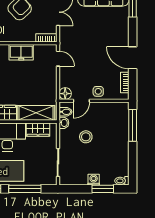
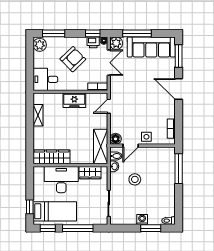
door: (133, 58) -> (179, 89), moved
door: (58, 59) -> (109, 106), swing flipped
shelving: (36, 113) -> (101, 147), moved, turned 90

